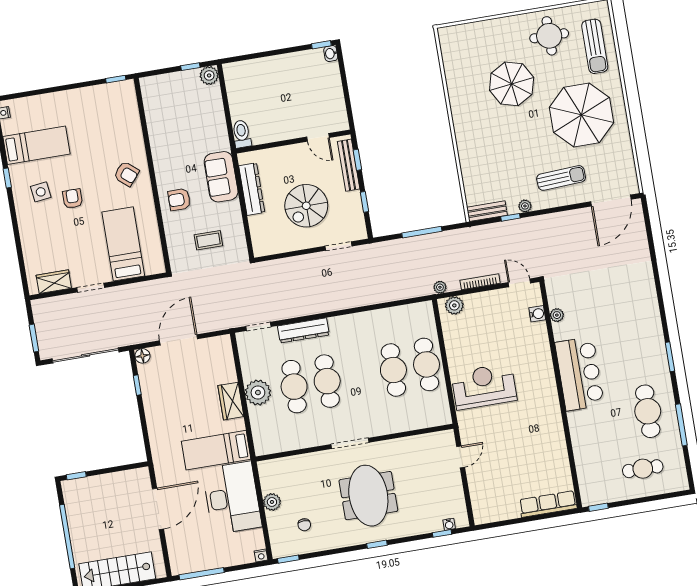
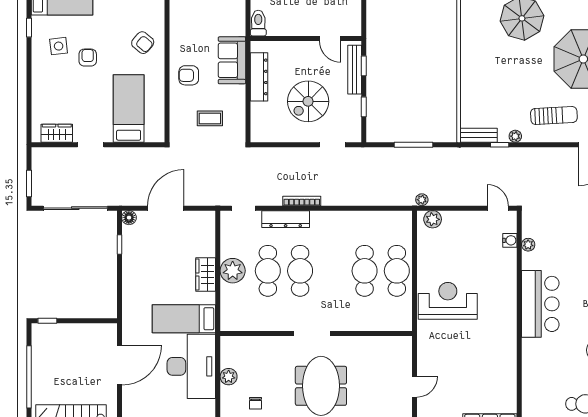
bookcase: (480, 282) -> (302, 201), moved
door: (461, 457) -> (415, 387), moved

